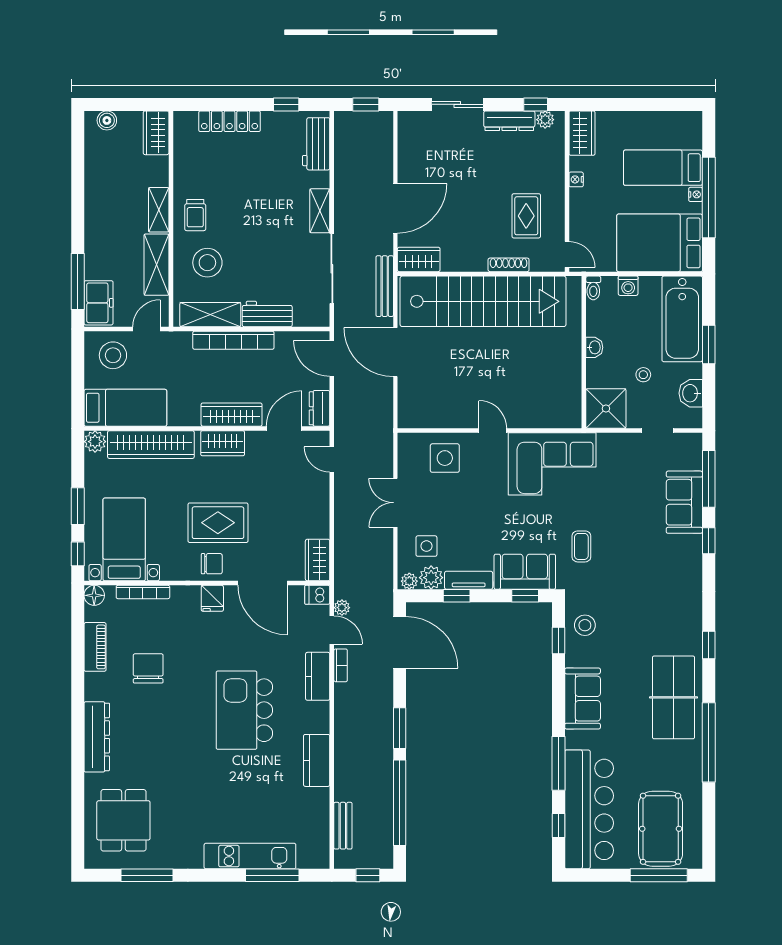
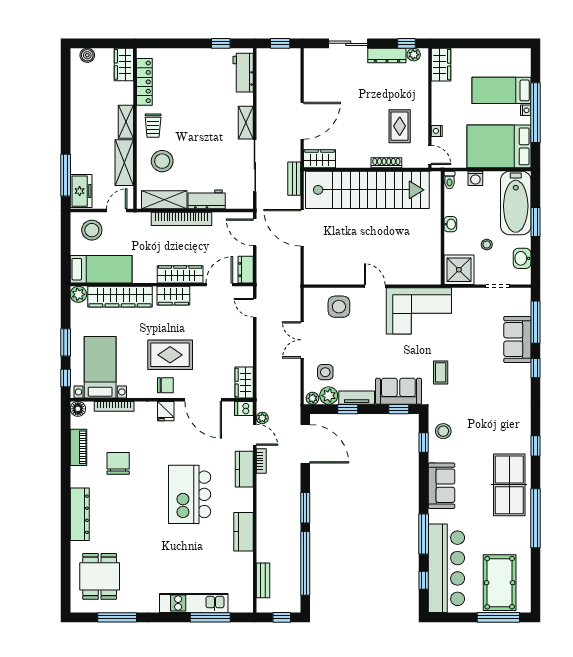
locker: (230, 121) -> (144, 82), moved, turned -90
nightstand: (576, 179) -> (437, 131), moved
bench: (385, 286) -> (294, 179), width x0.73

